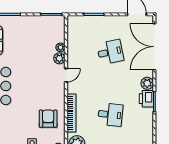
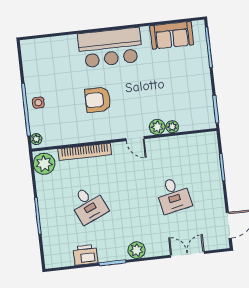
double door: (154, 47) -> (187, 254), width x0.54
printer: (146, 99) -> (85, 255), moved
desk: (110, 115) -> (88, 205), turned -30
armchair: (48, 119) -> (98, 100), moved, turned 180

